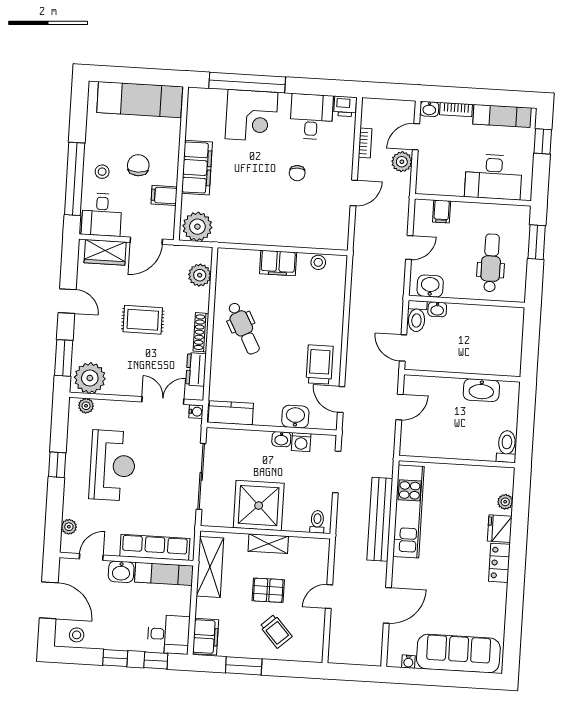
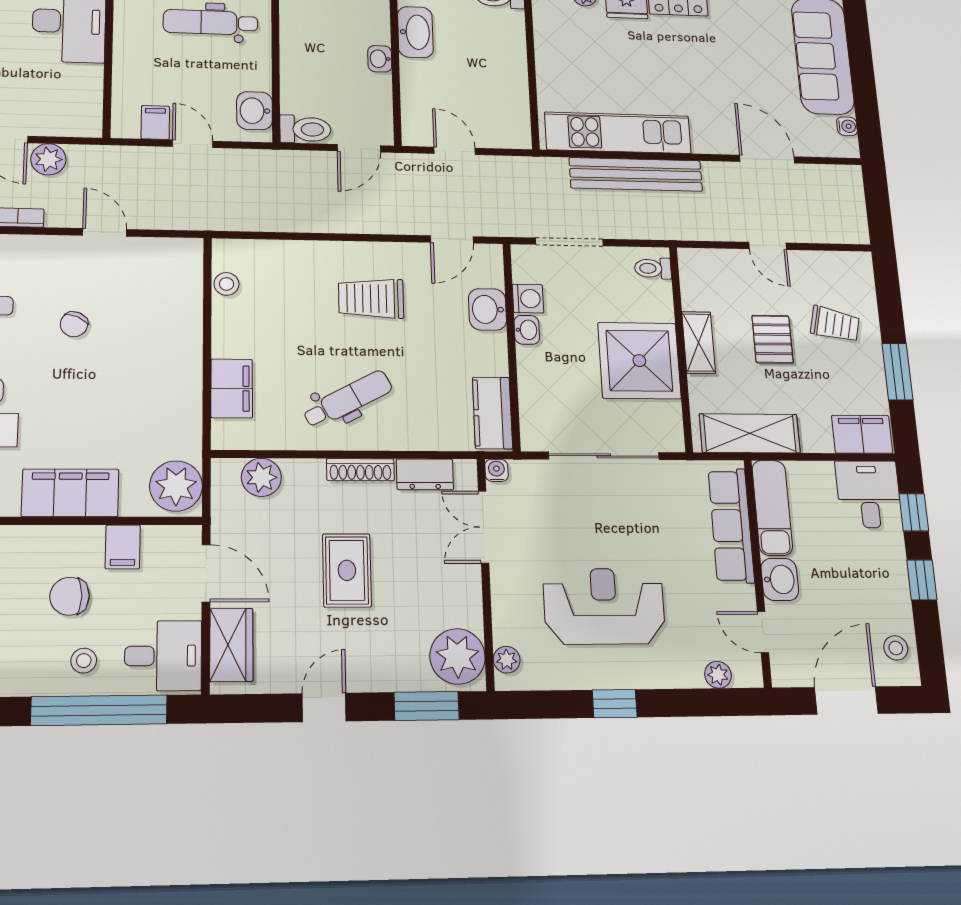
chair: (297, 173) -> (74, 324), turned 114
filing cabinet: (442, 211) -> (155, 122), moved, turned -90
filing cabinet: (278, 263) -> (232, 388), moved
washbasin: (437, 309) -> (380, 59), moved, turned 180
trolley: (320, 364) -> (371, 298), moved
trolley: (276, 631) -> (835, 324), turned 55

